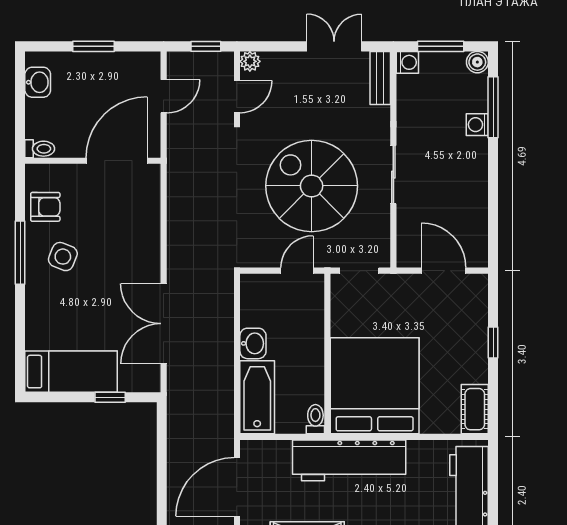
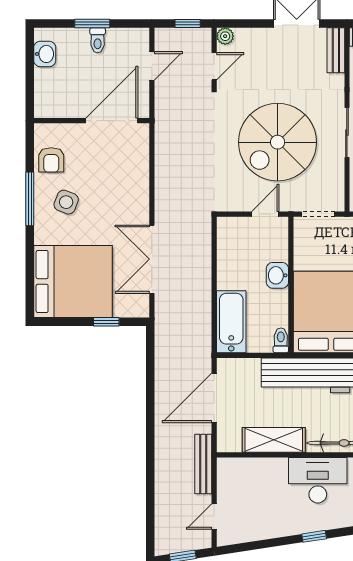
toilet: (40, 149) -> (98, 40), moved, turned 90
spiral stairs: (312, 186) -> (278, 142), turned -90
armchair: (45, 207) -> (51, 160), turned 90
washbasin: (253, 343) -> (277, 275), moved, turned 180
bed: (71, 372) -> (73, 281), width x2.04

